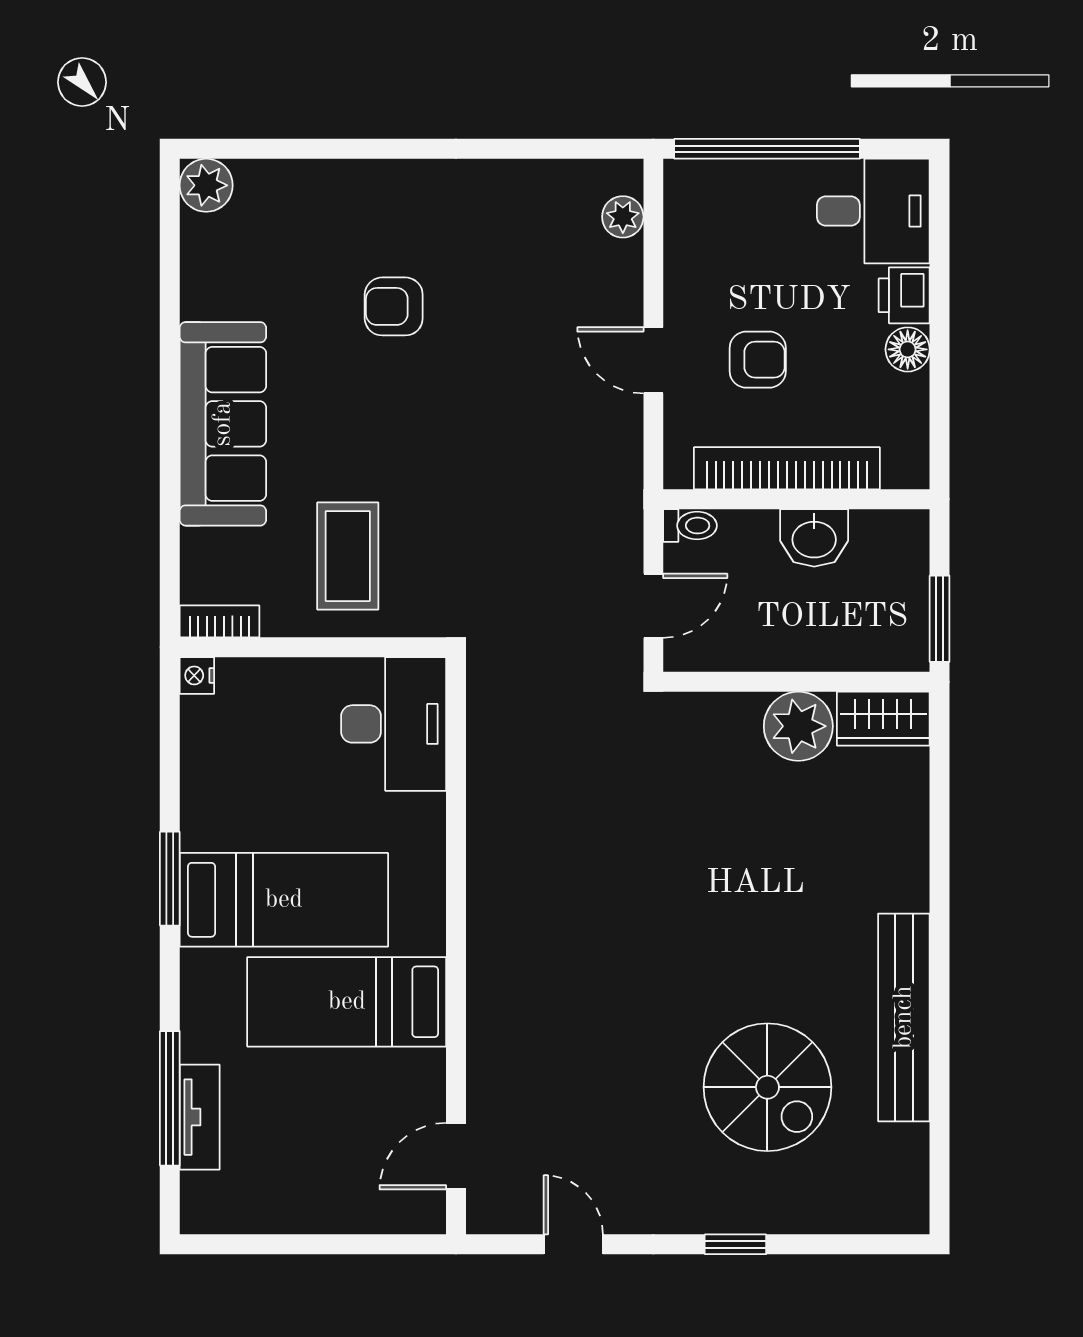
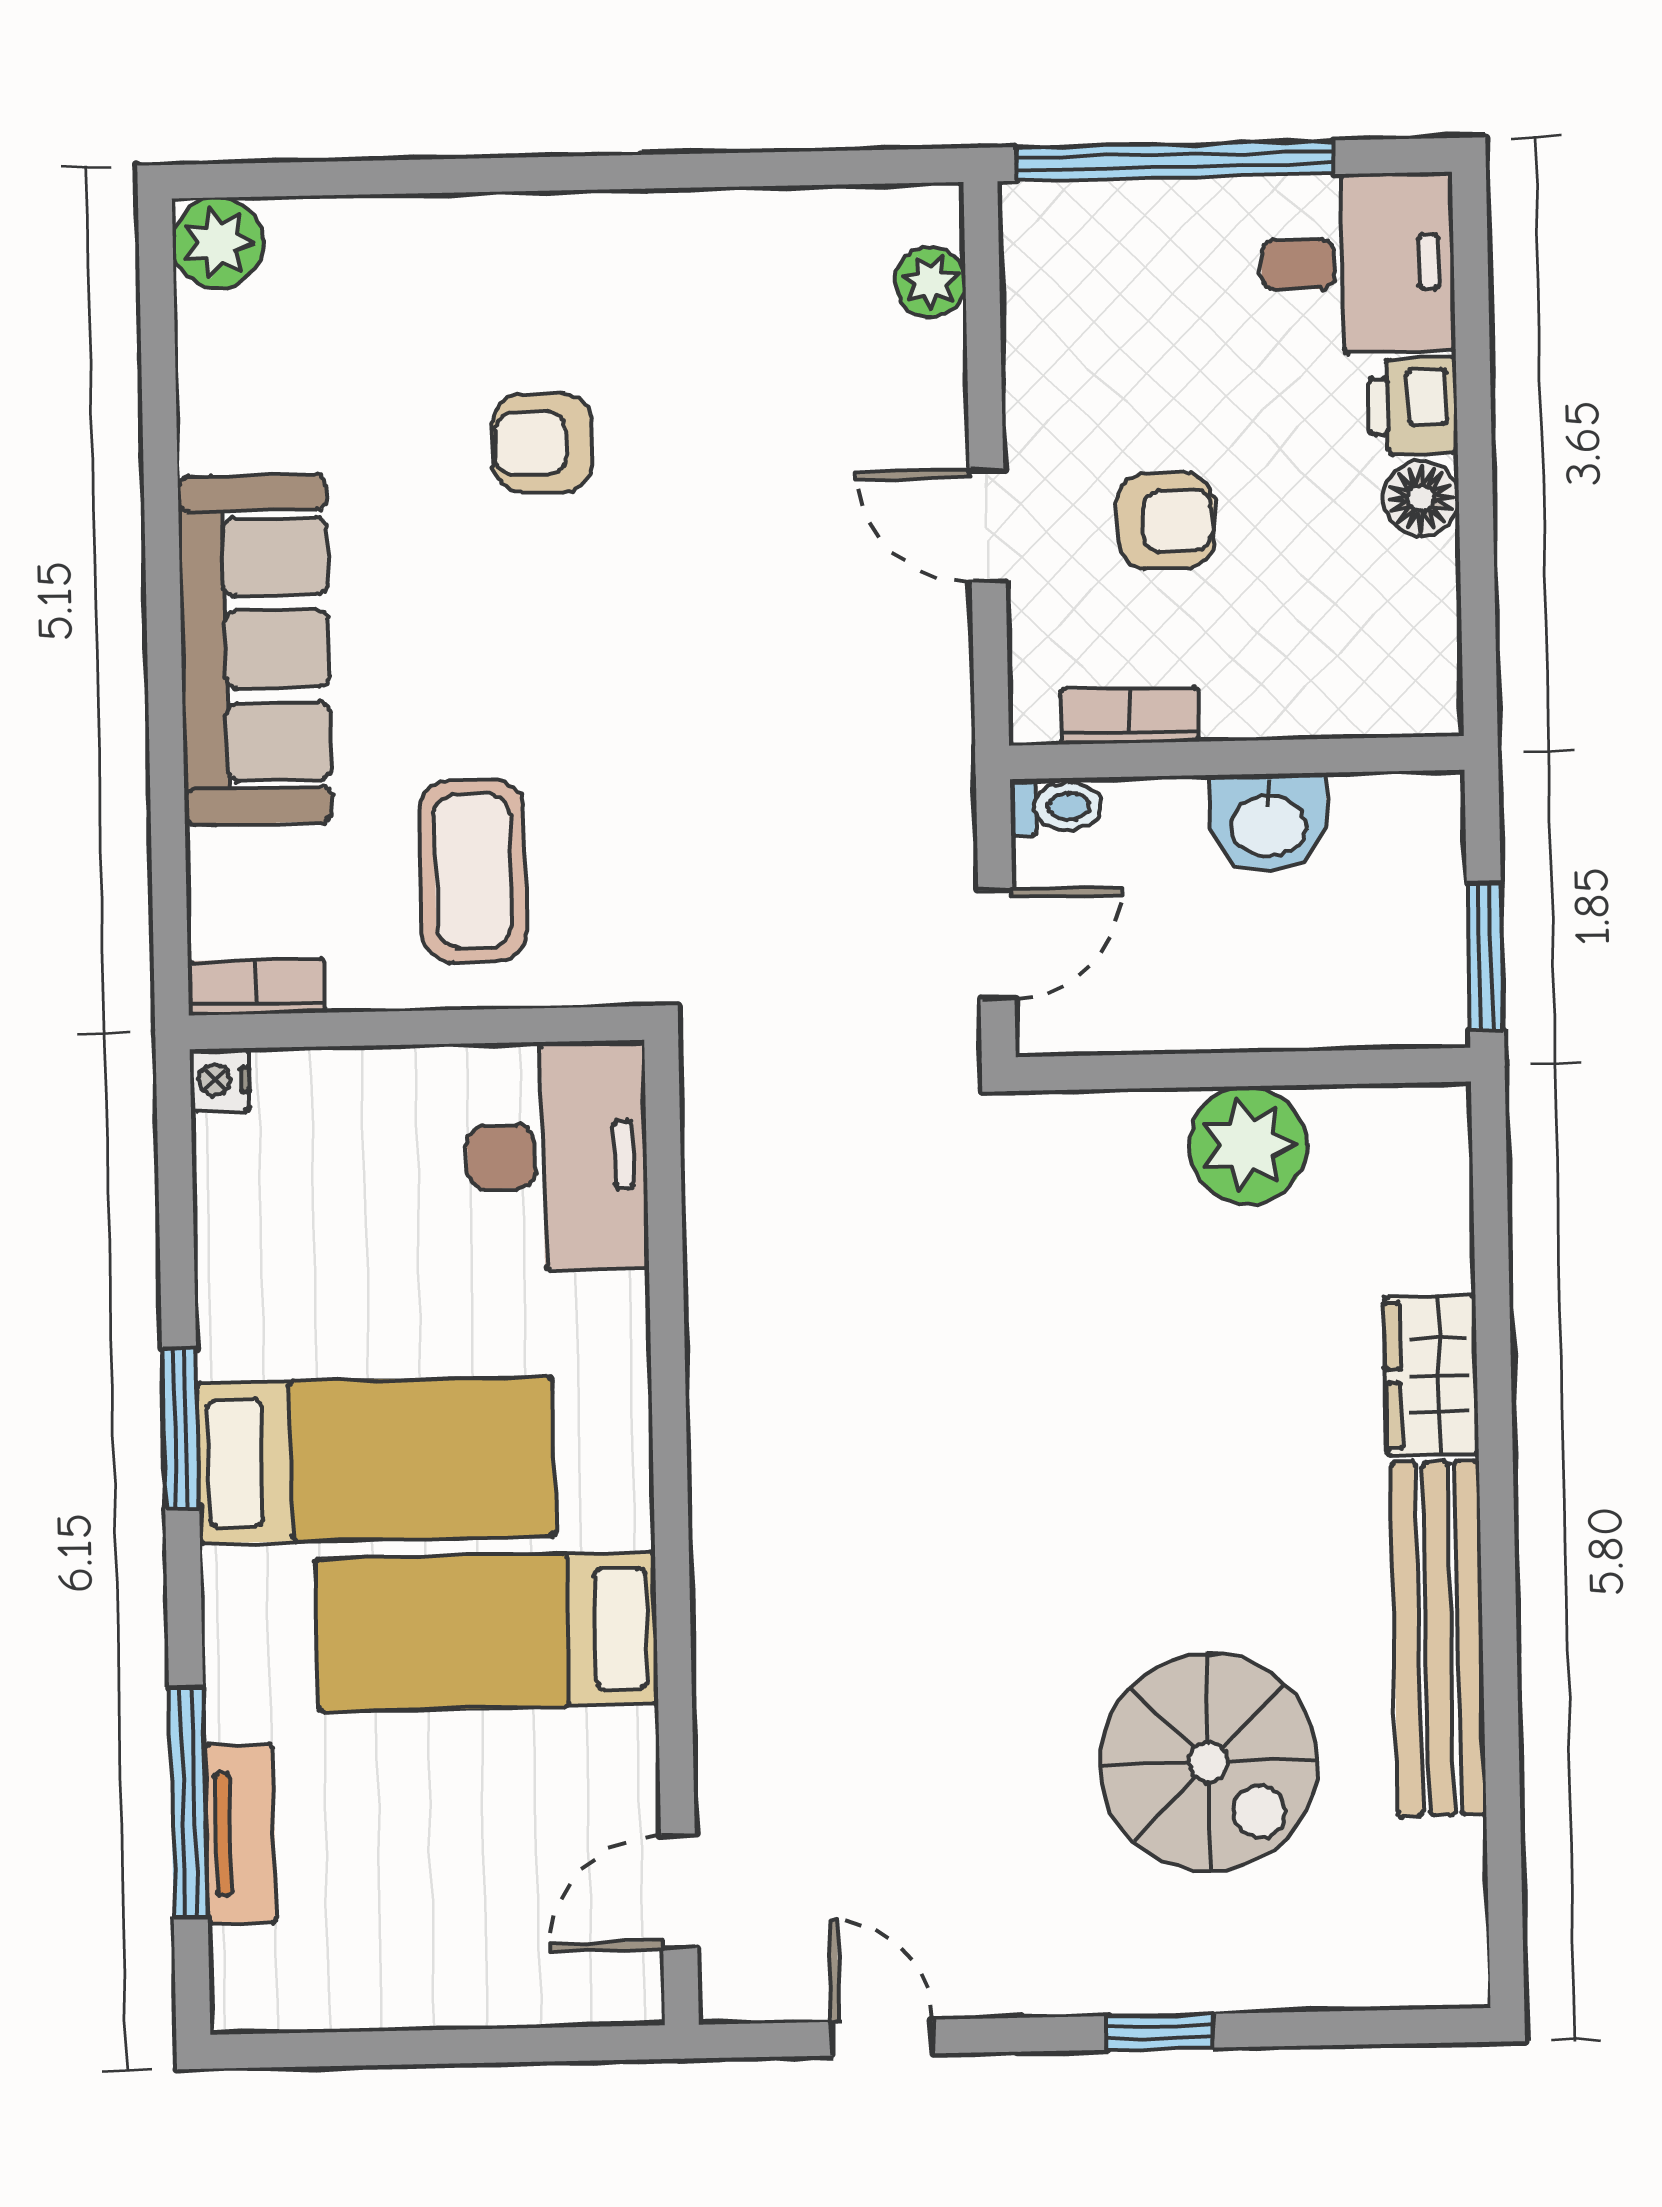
bookcase: (787, 468) -> (1129, 716), width x0.43, depth x0.76
wardrobe: (883, 719) -> (1431, 1375), moved, turned 90

